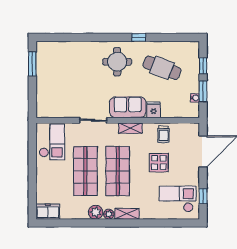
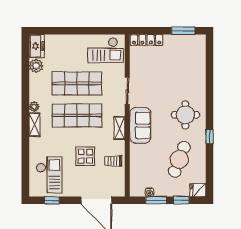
locker: (42, 101) -> (147, 40), added
fridge: (154, 110) -> (198, 190), moved, turned 180
plant: (96, 212) -> (36, 66), moved

